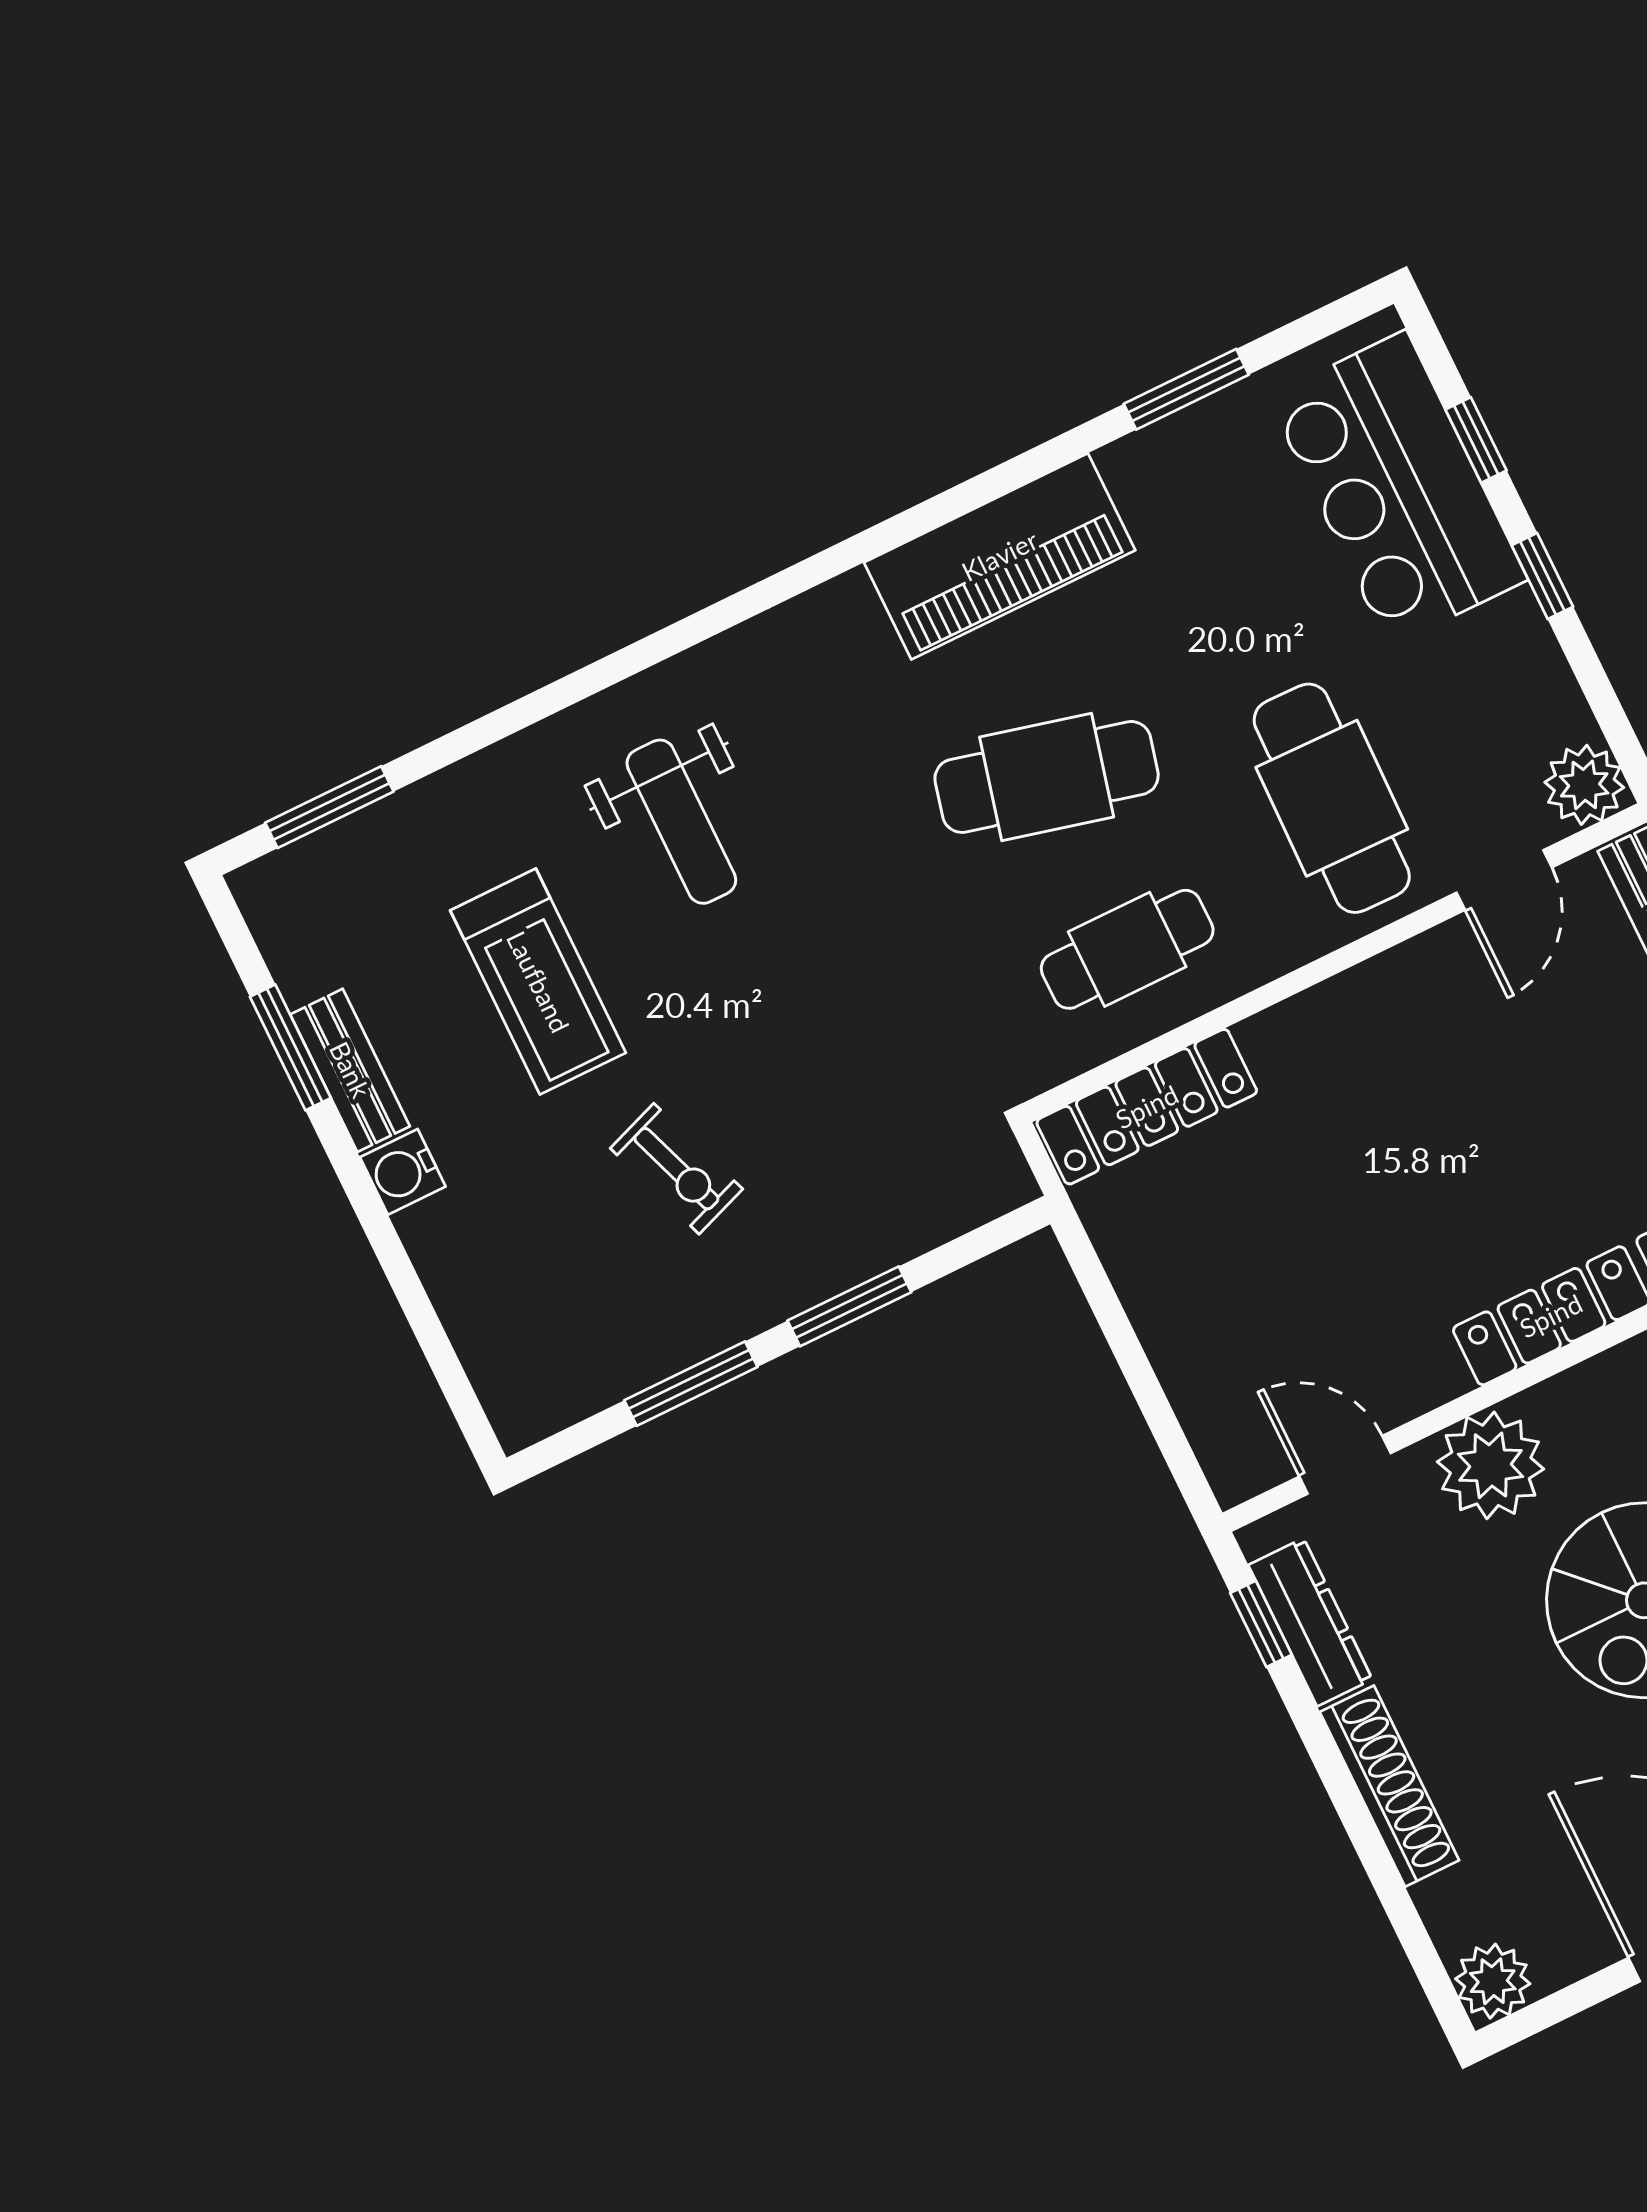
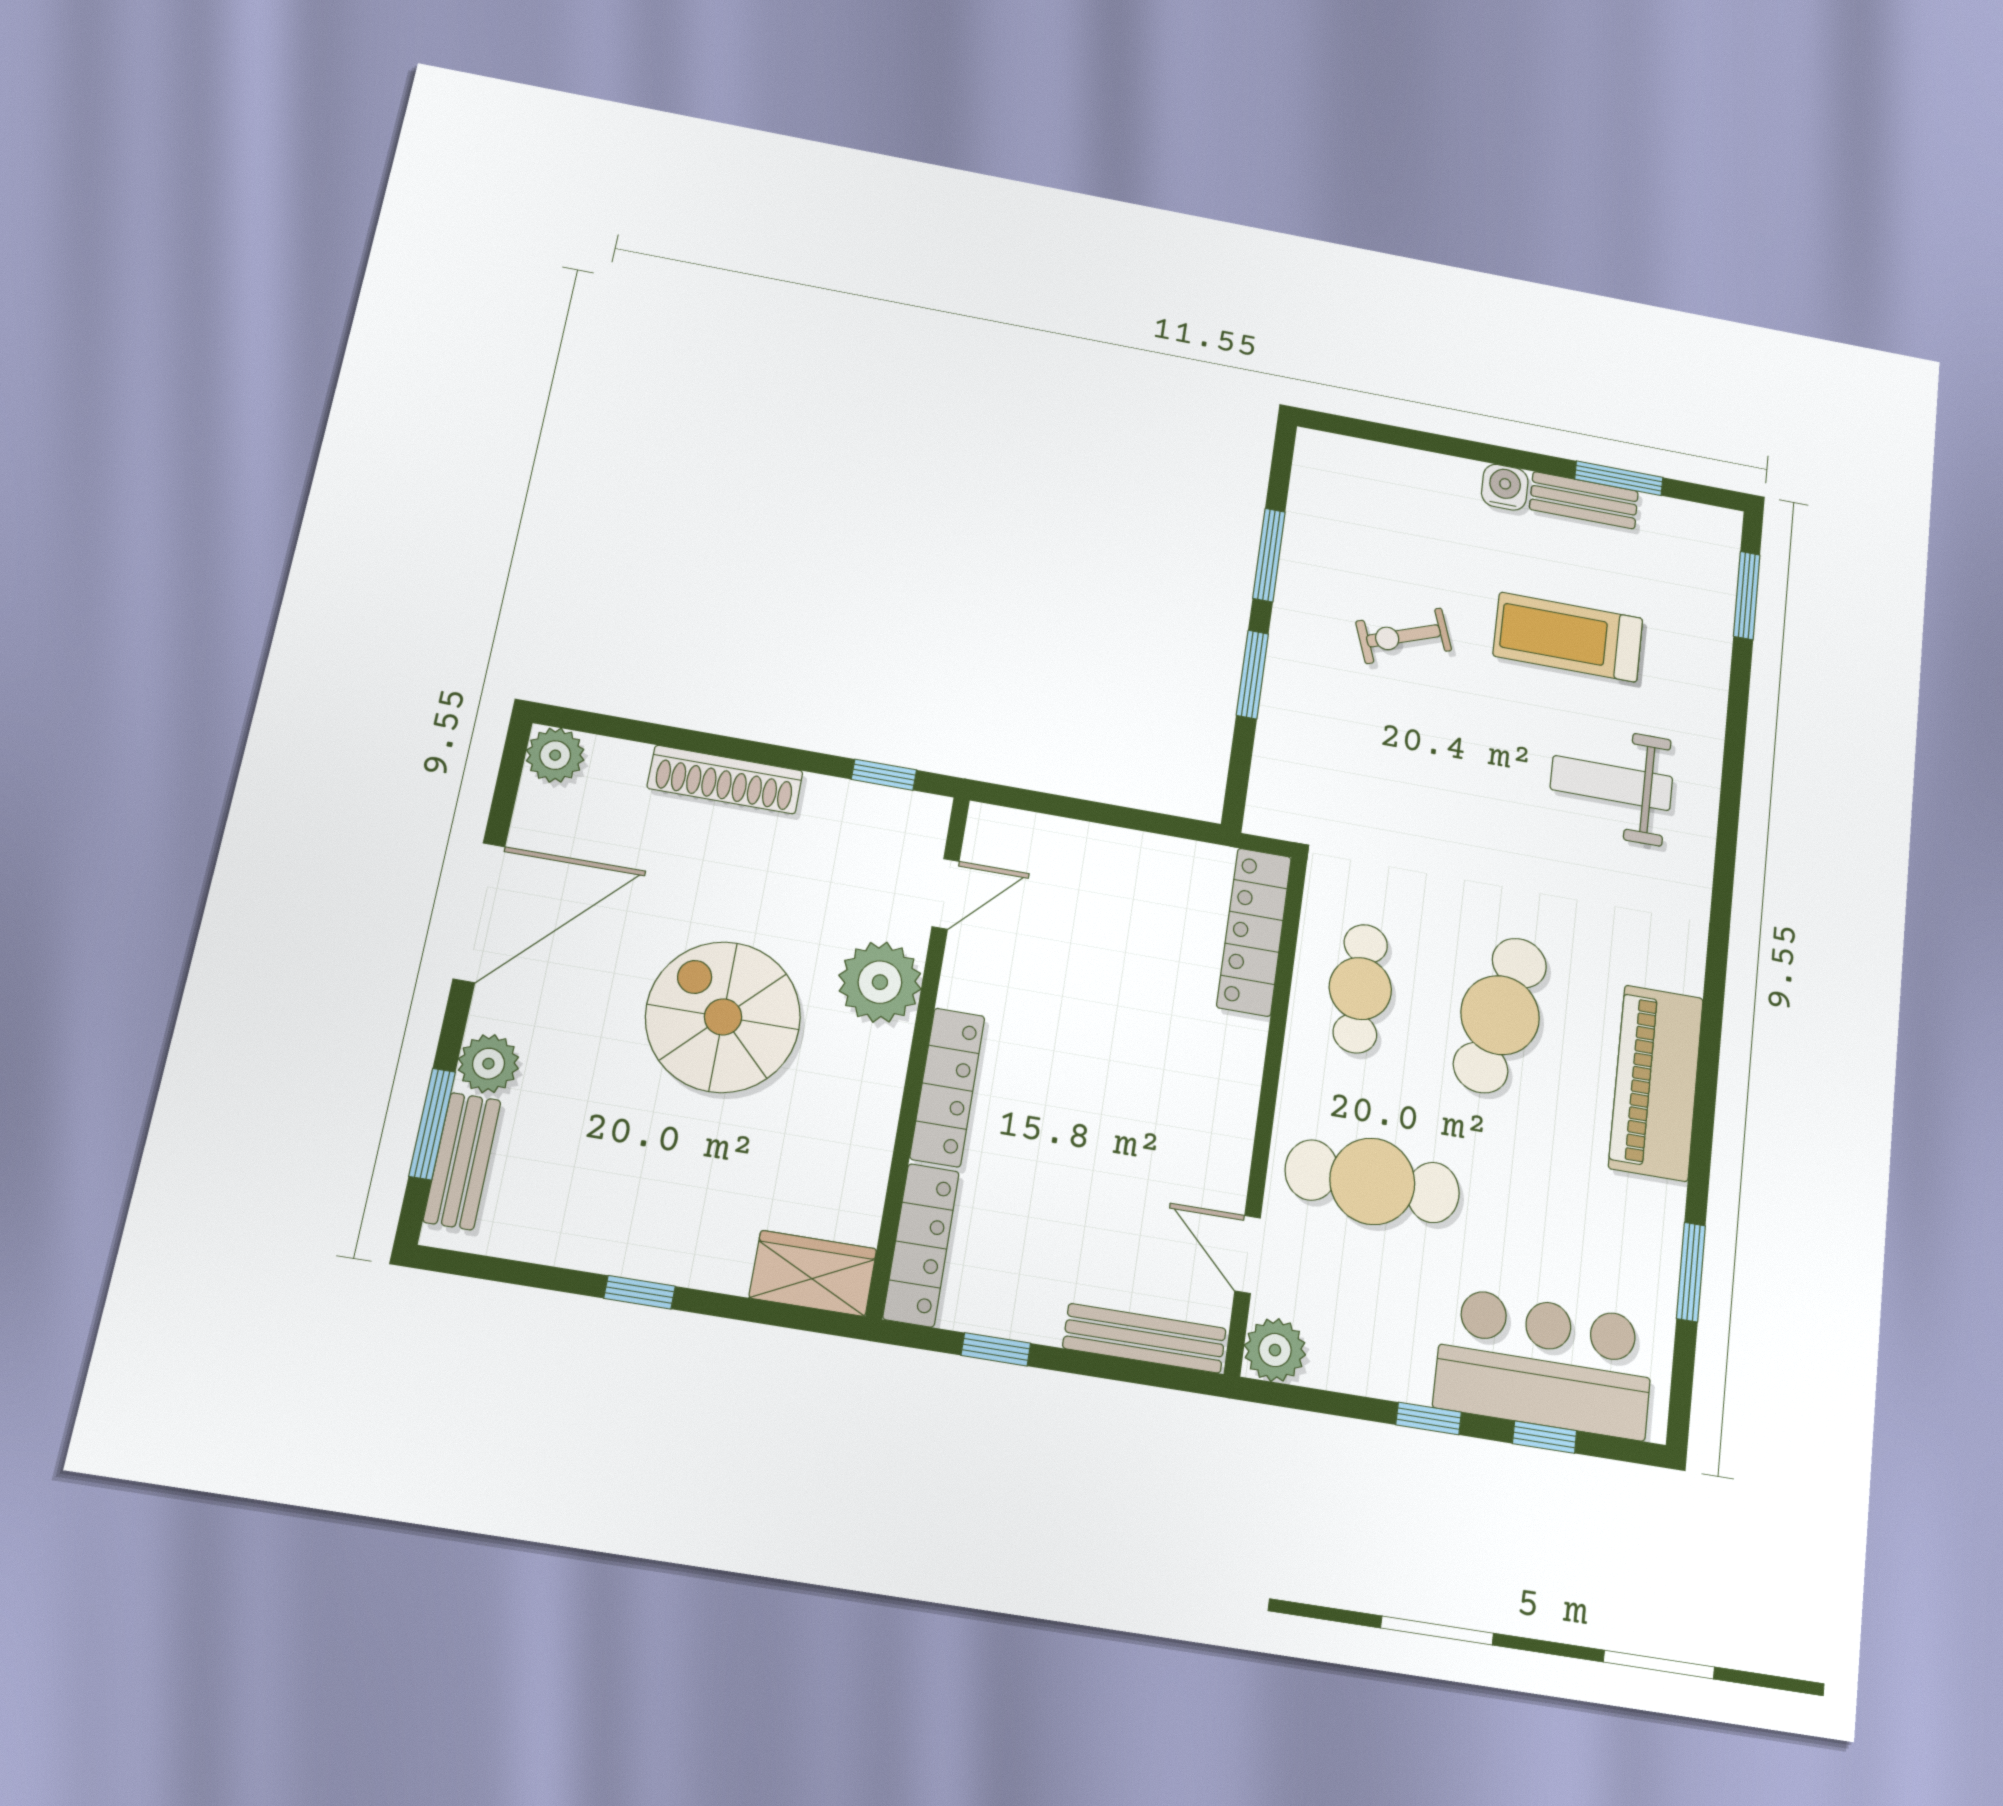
dresser: (1310, 1622) -> (863, 804), removed

